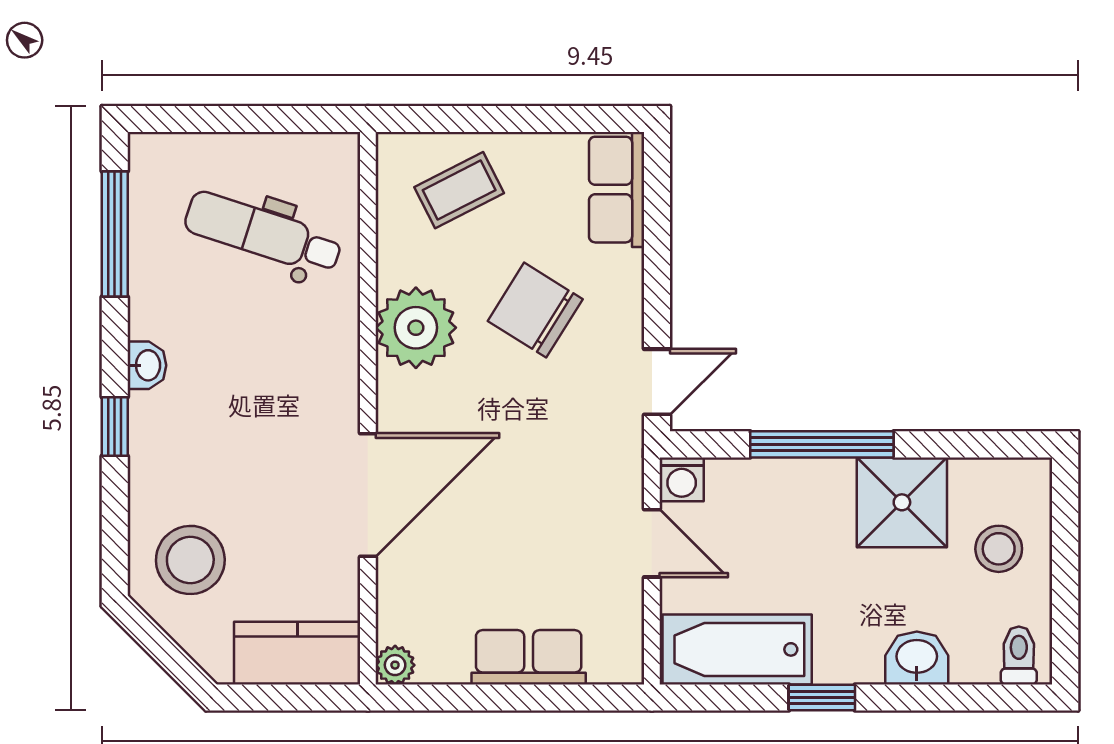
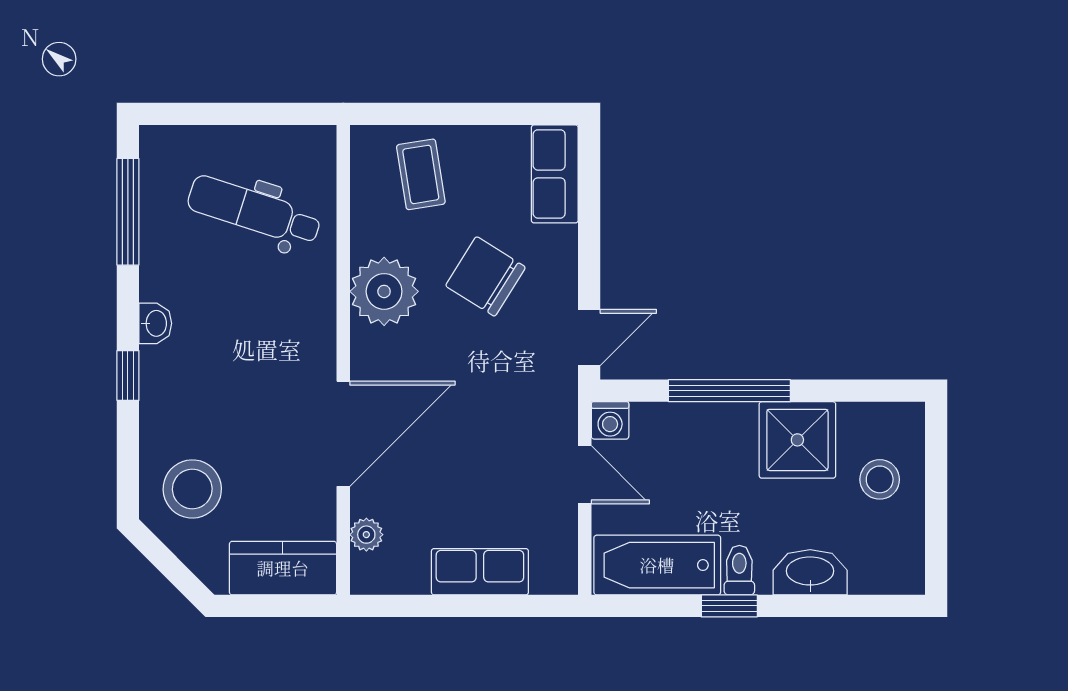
coffee table: (459, 190) -> (421, 174), turned -72
toilet: (1019, 655) -> (739, 570), moved
washbasin: (917, 658) -> (810, 572), width x1.38
plant: (395, 665) -> (366, 535), moved

